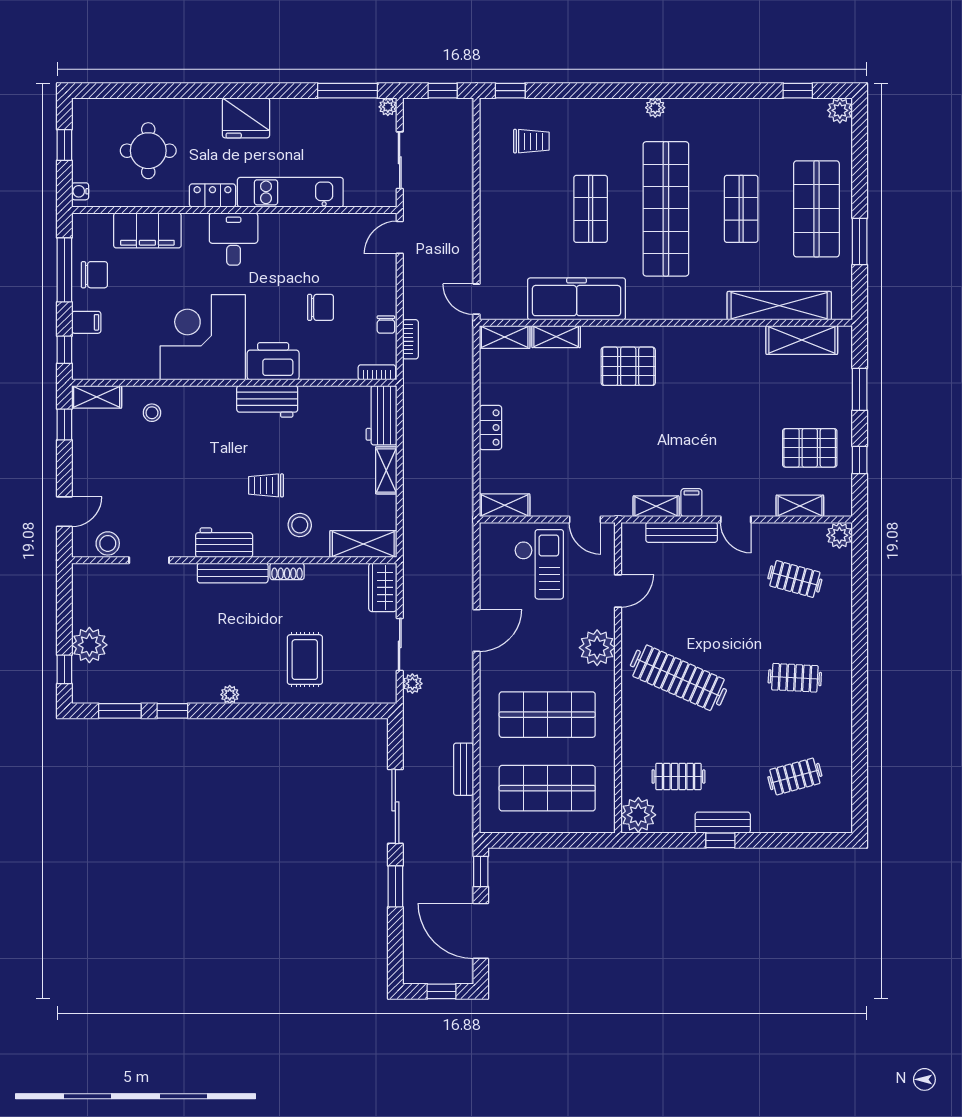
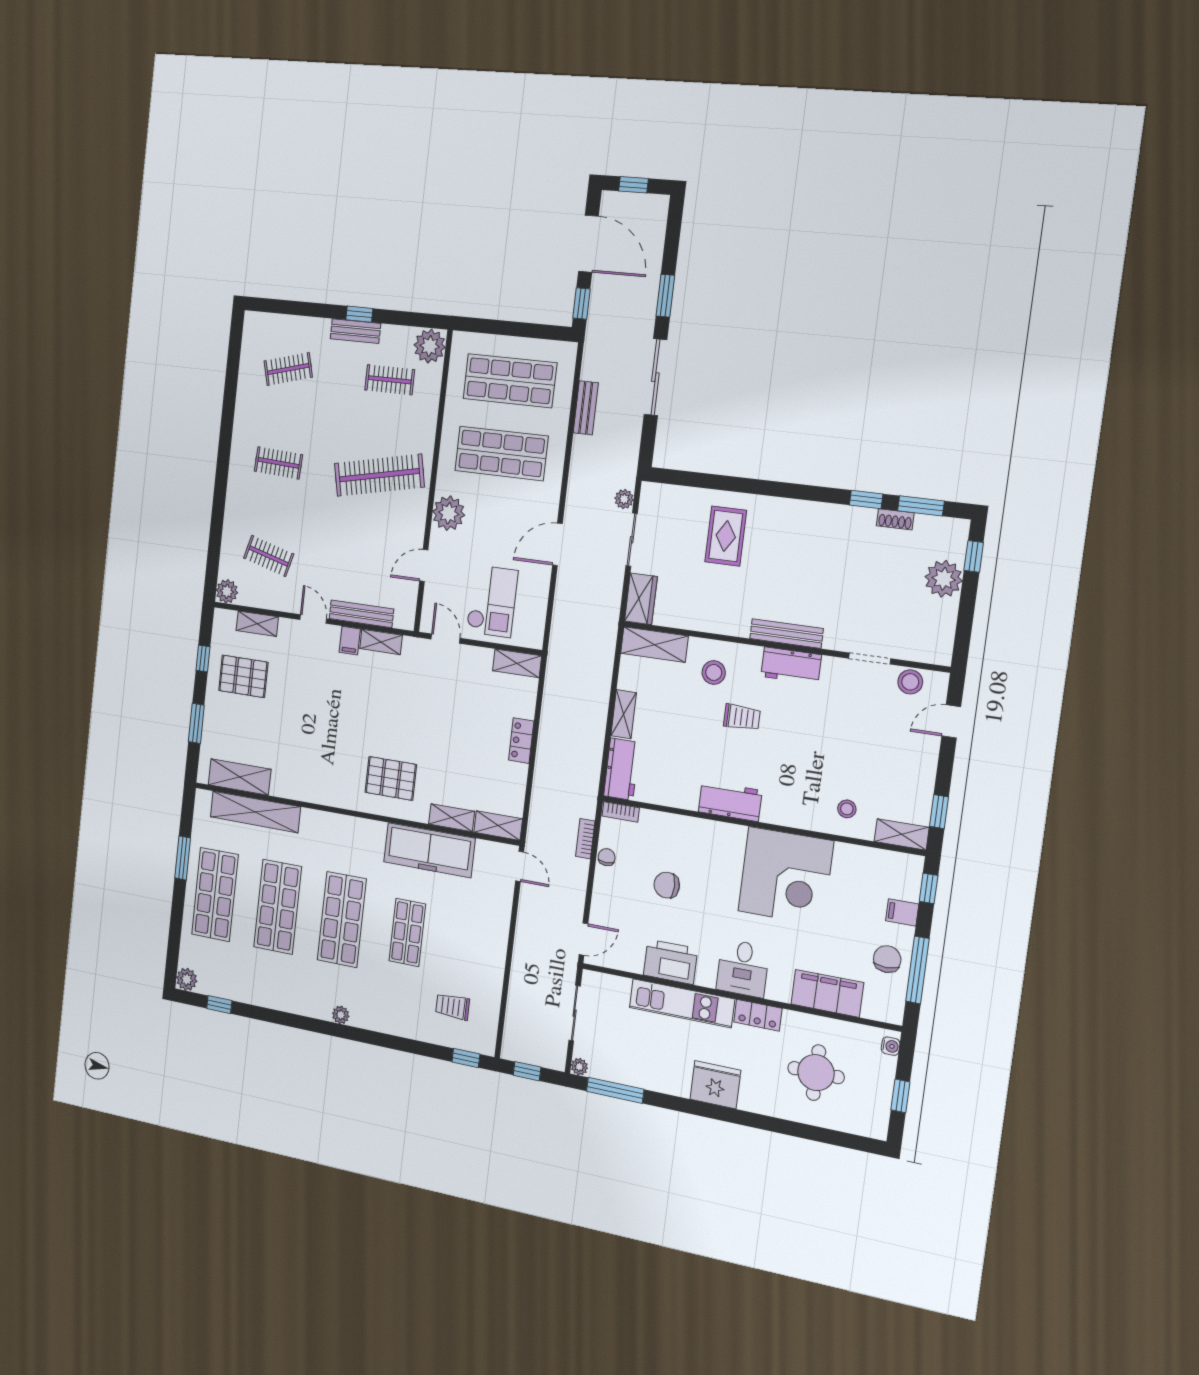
shop shelf: (666, 209) -> (342, 920), width x0.71
shop shelf: (741, 209) -> (278, 907), width x1.43, depth x1.36
chair: (94, 275) -> (887, 959), turned 90
printer: (273, 361) -> (670, 962), moved, turned 180
checkout: (539, 564) -> (492, 601), turned 180
shoe rack: (287, 571) -> (895, 519), moved, turned 180
clothes rail: (678, 678) -> (379, 475), turned -36
plant: (230, 695) -> (805, 509), removed

